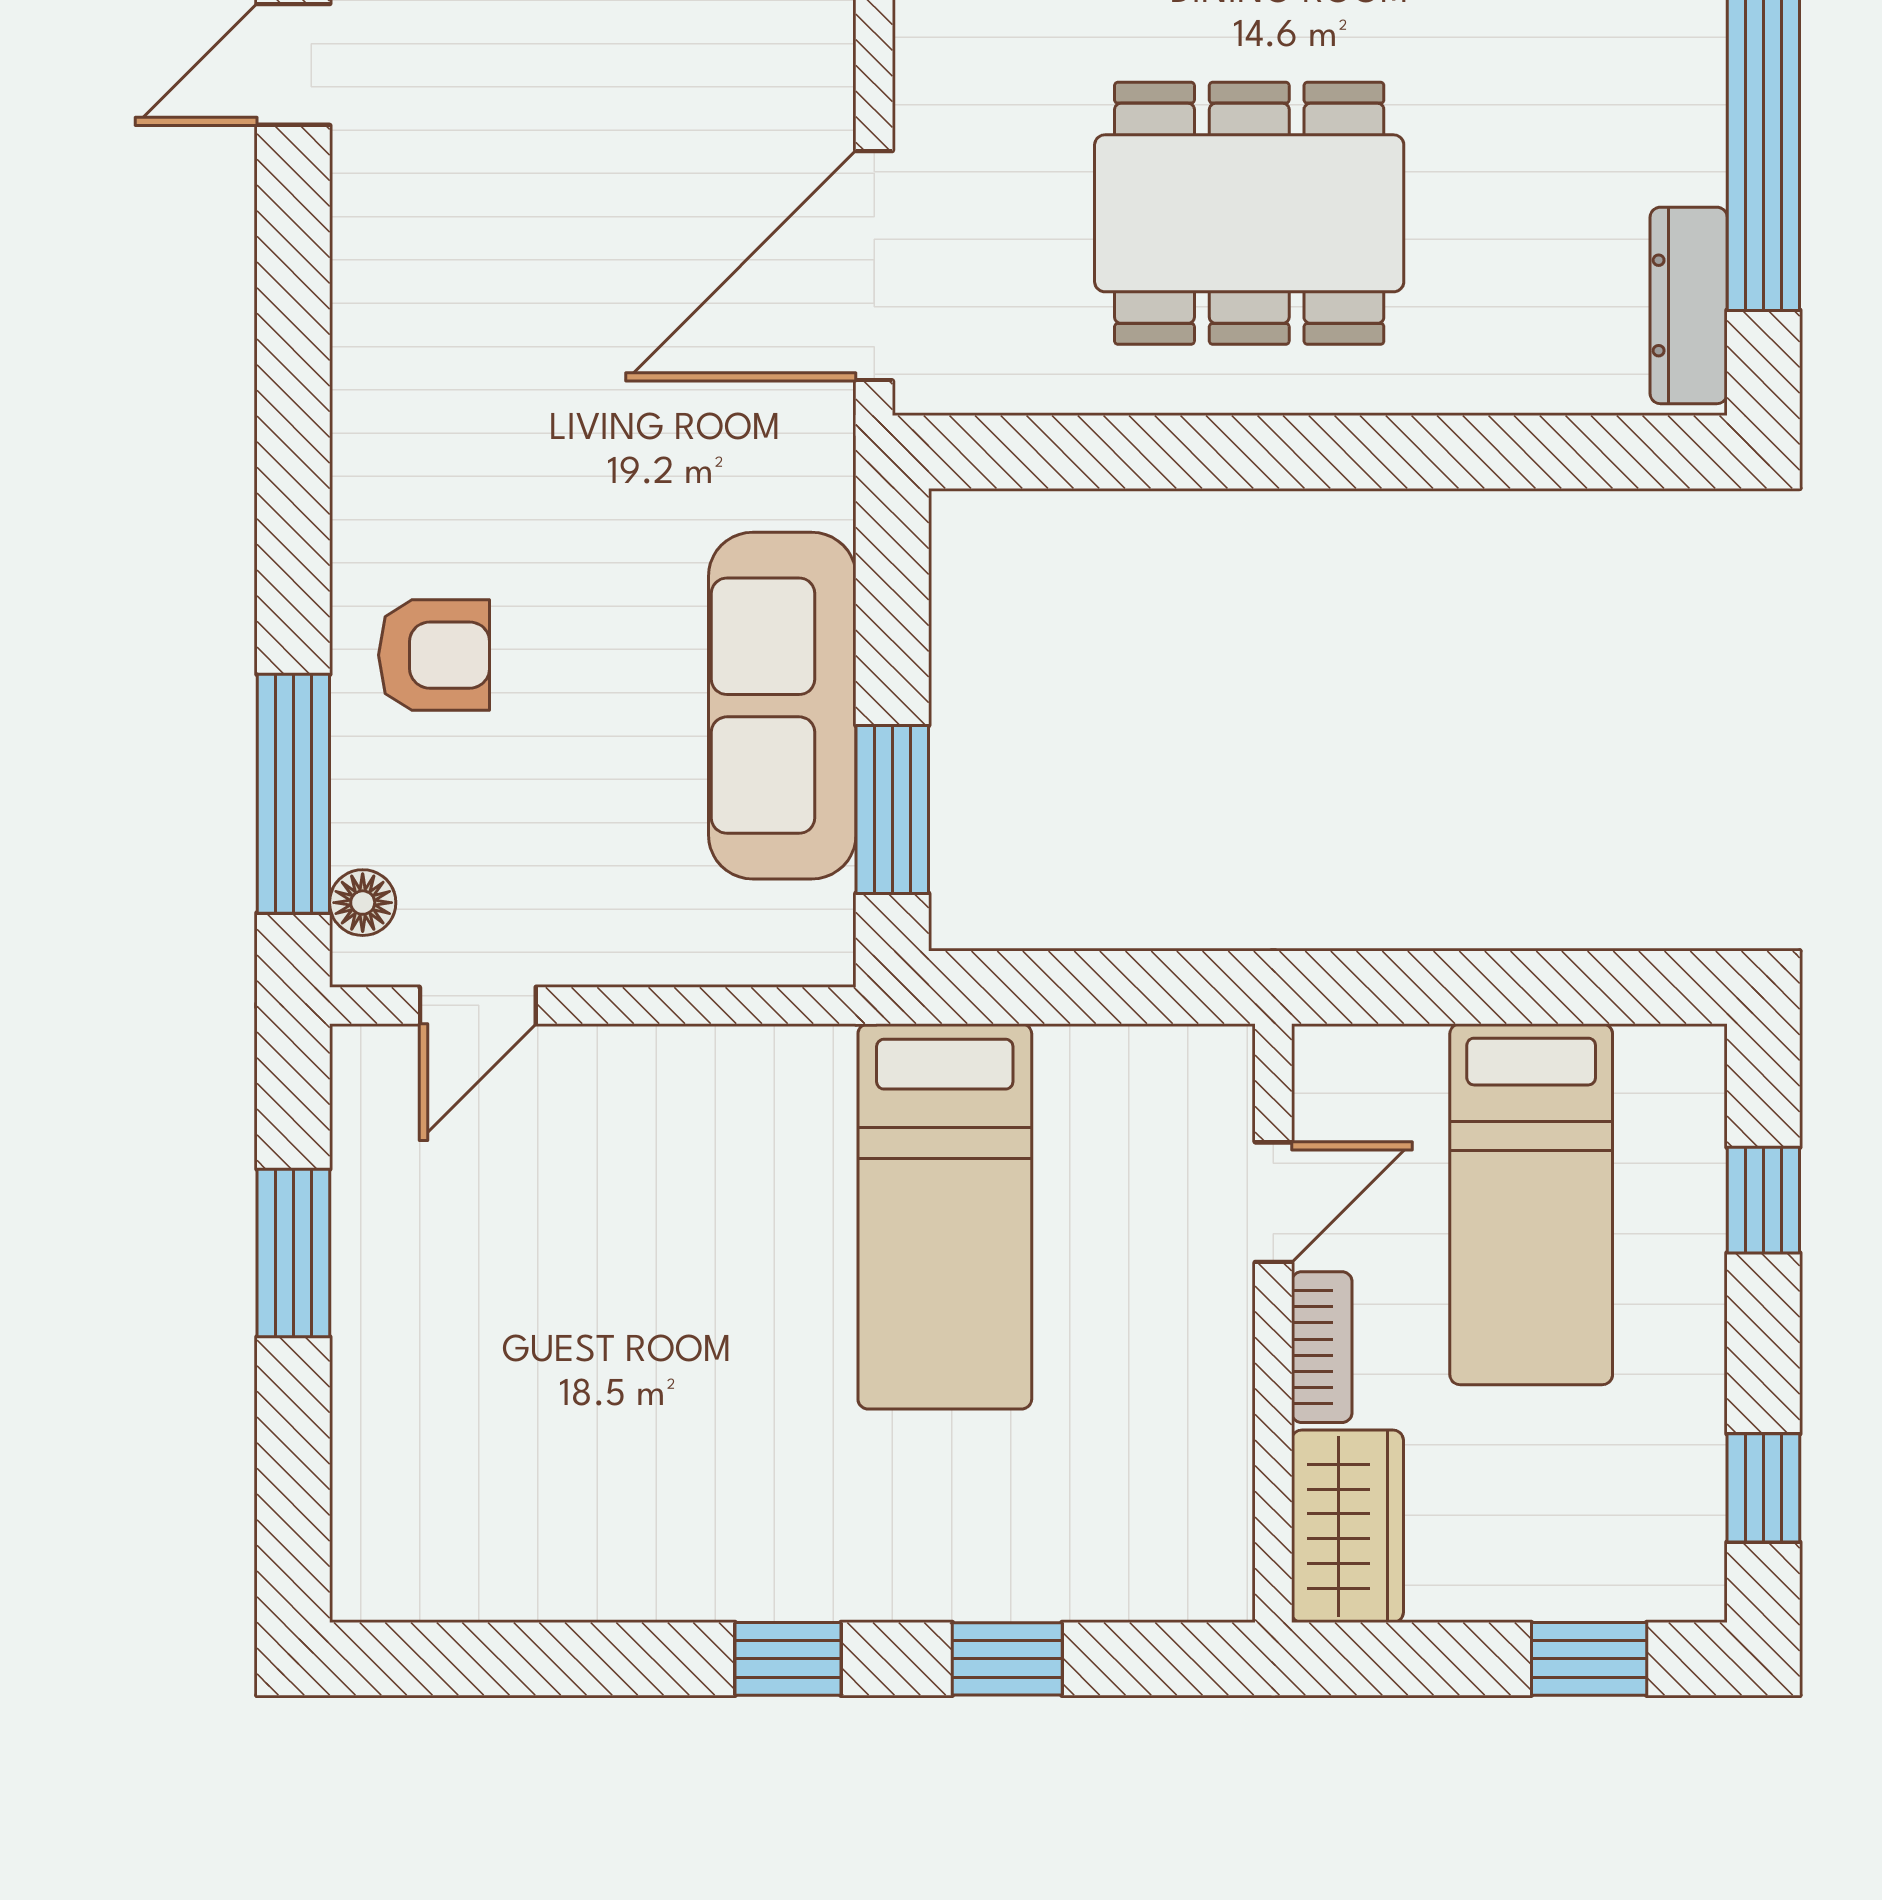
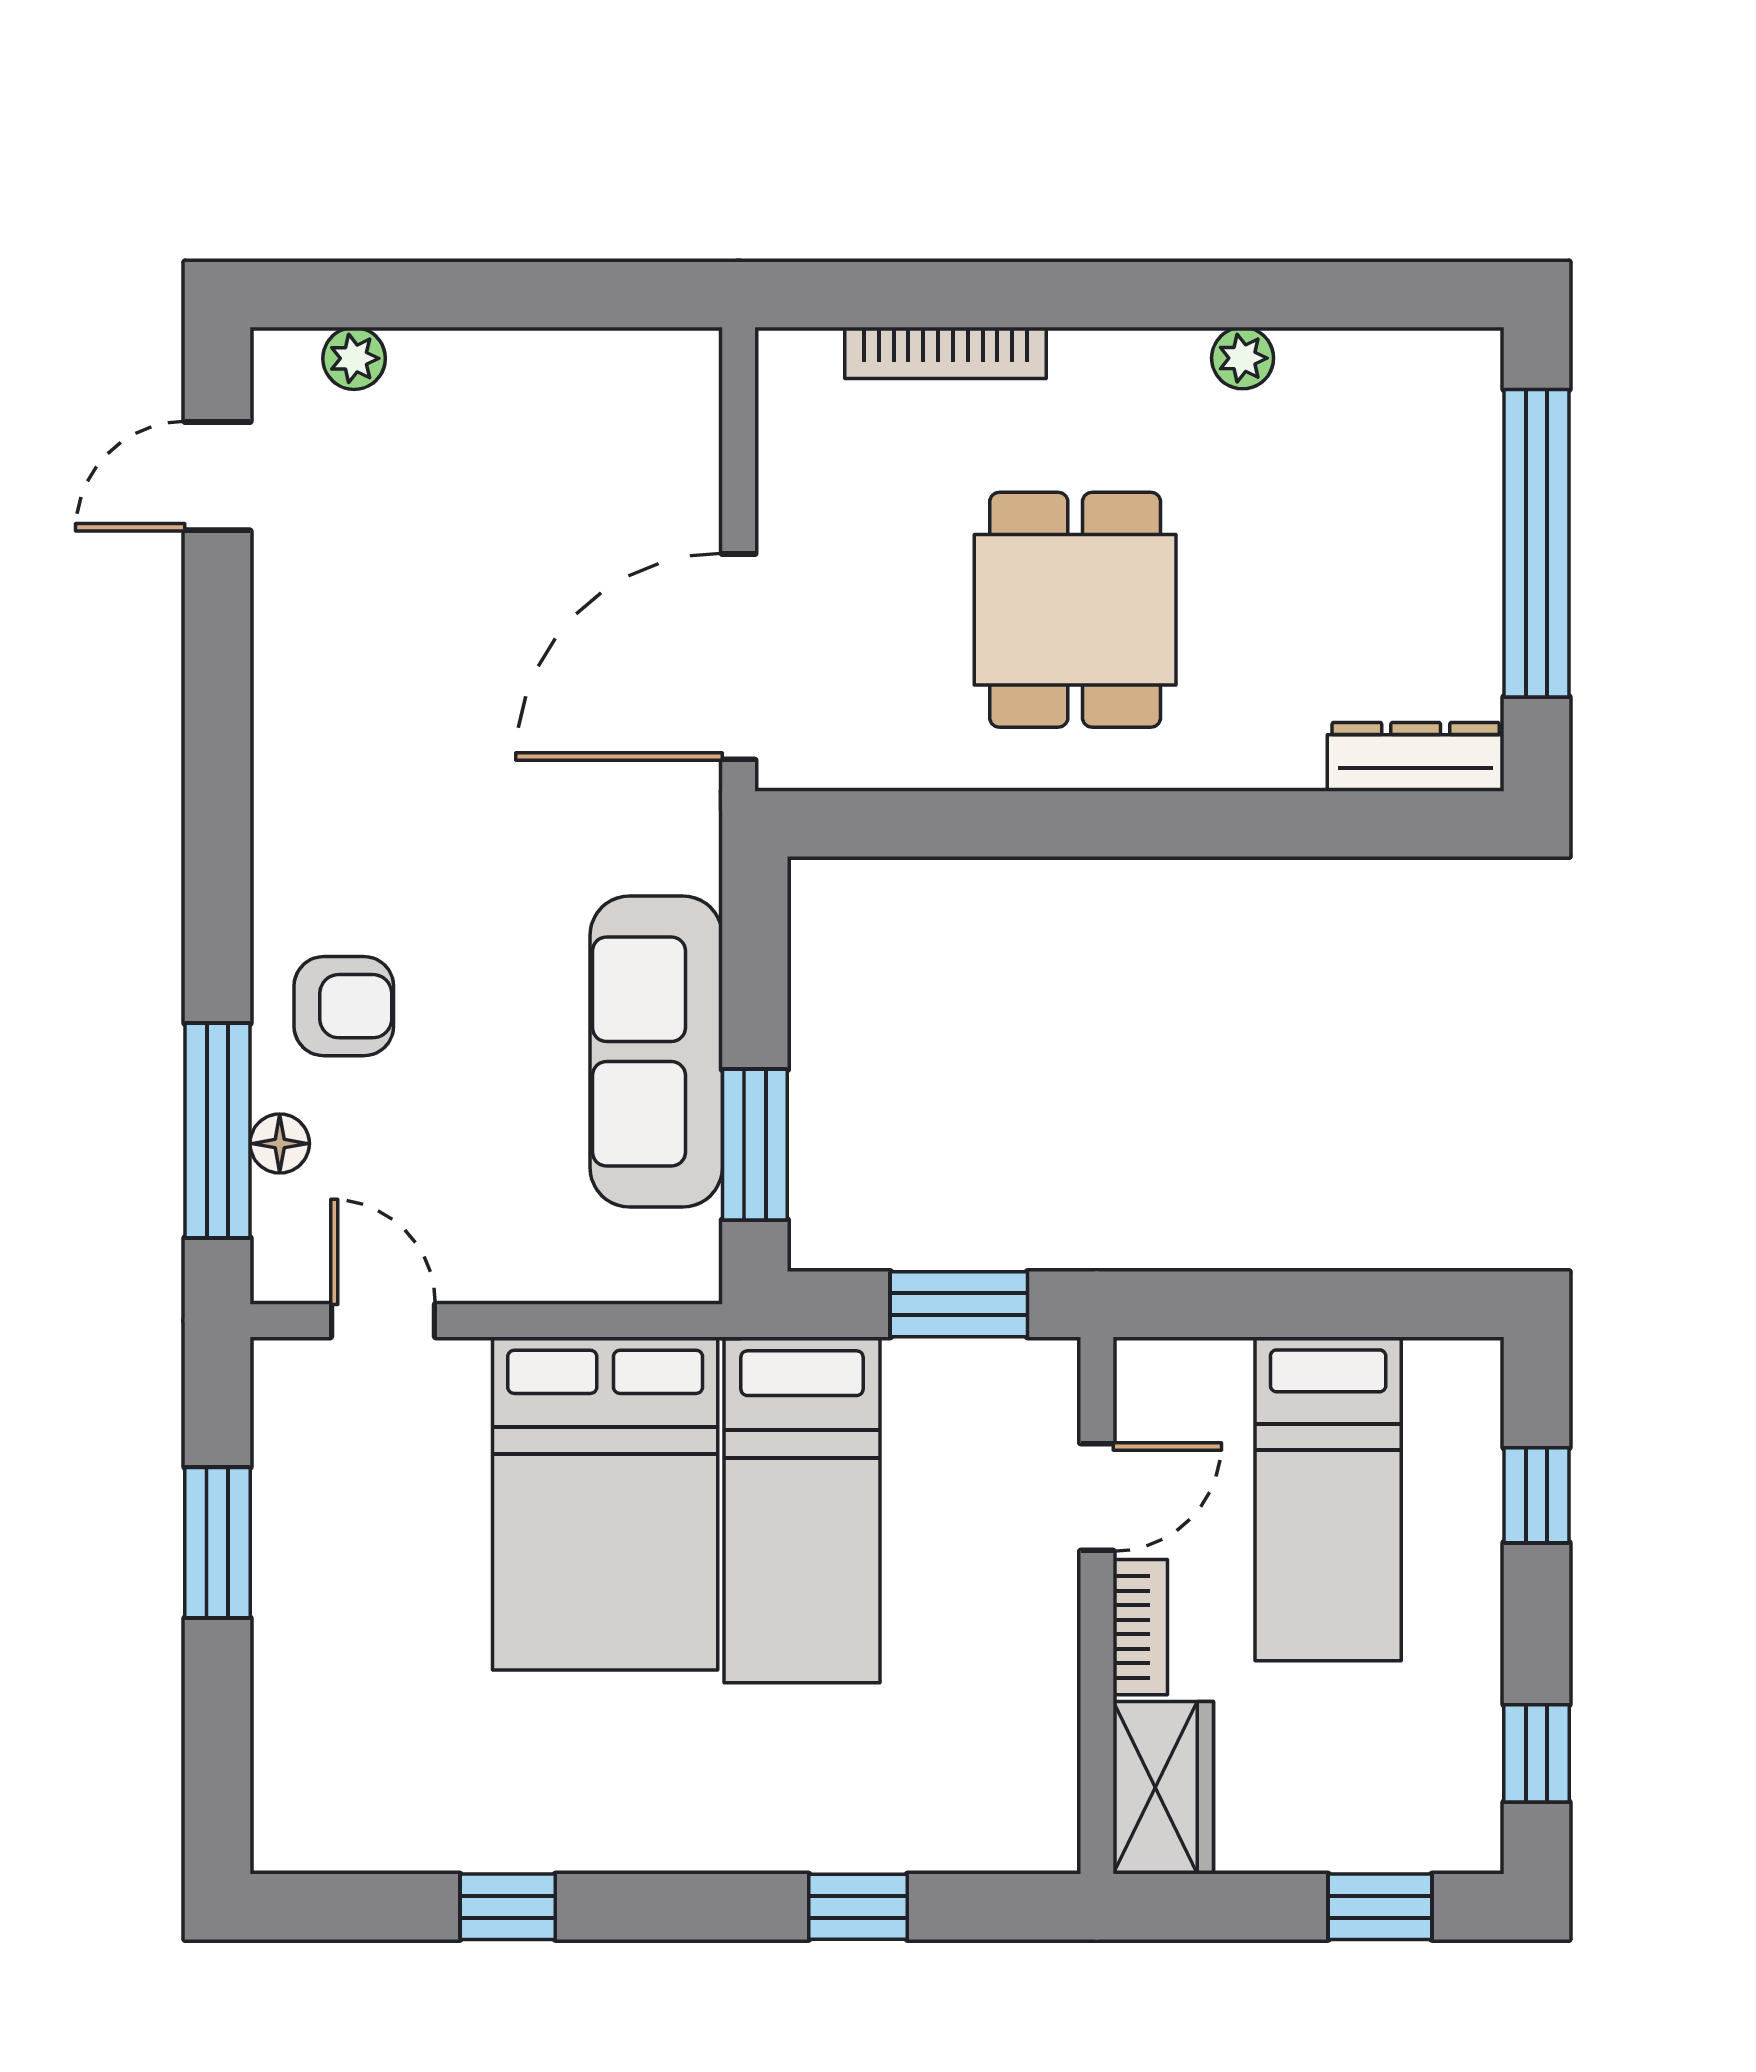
dining table: (1249, 213) -> (1075, 610), width x0.73
dresser: (1689, 305) -> (1416, 757), moved, turned 90
floor lamp: (363, 903) -> (280, 1144), moved
window: (1120, 987) -> (959, 1304), added
door: (478, 1005) -> (383, 1321), swing flipped
bed: (725, 1209) -> (605, 1504), added
window: (788, 1659) -> (508, 1907), moved

